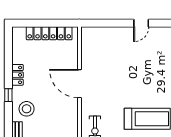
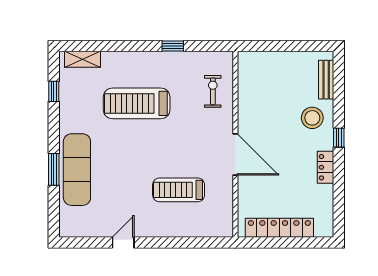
door: (141, 23) -> (123, 243), moved
treadmill: (118, 59) -> (179, 190), added

